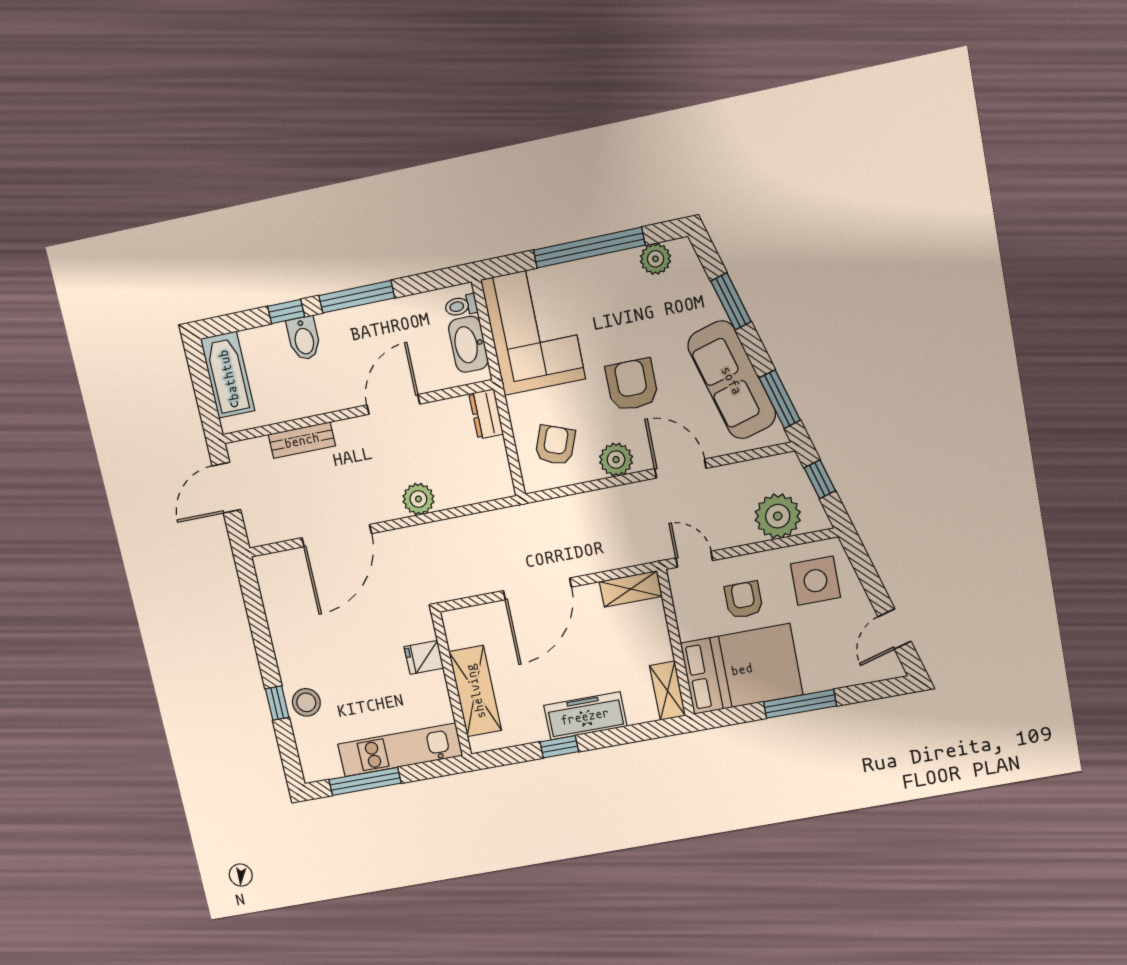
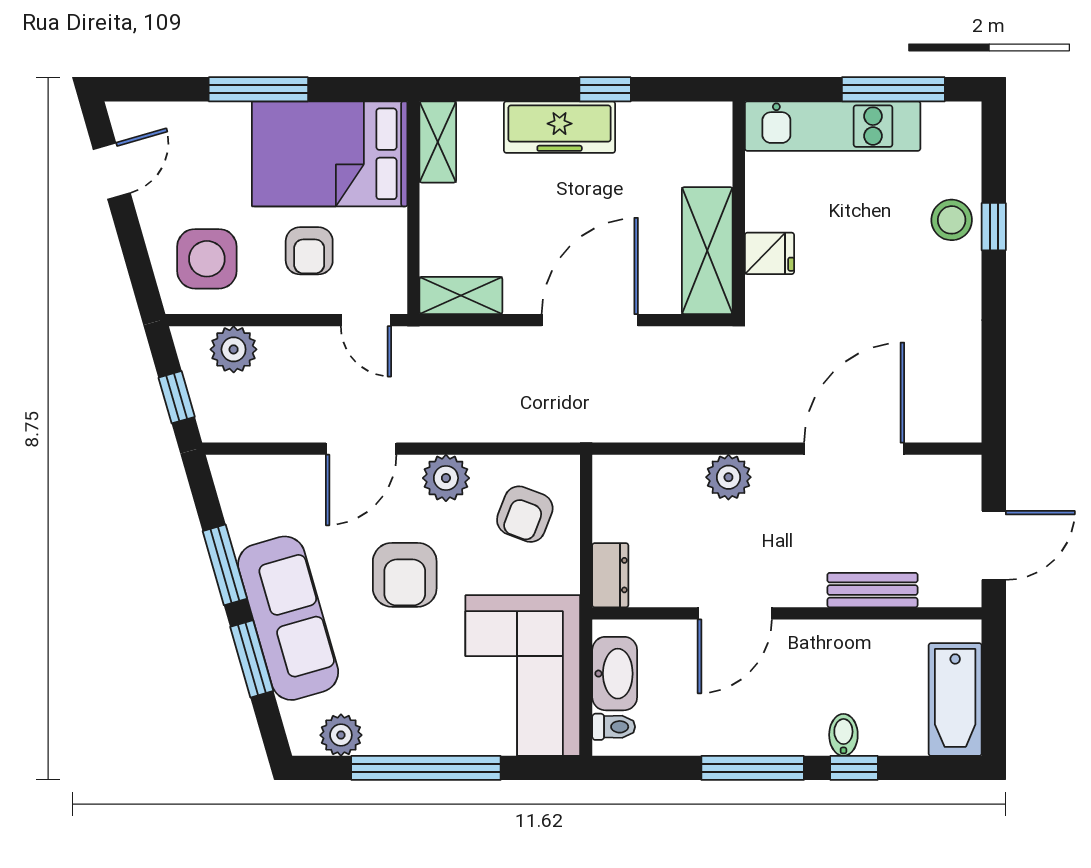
bidet: (304, 338) -> (843, 735), width x0.72, depth x0.74
sofa: (732, 380) -> (288, 618), moved
window: (780, 399) -> (225, 565), moved
door: (680, 468) -> (361, 449), hinge flipped
plant: (778, 516) -> (234, 349), width x0.73, depth x0.73
shelving: (475, 691) -> (707, 251), moved

